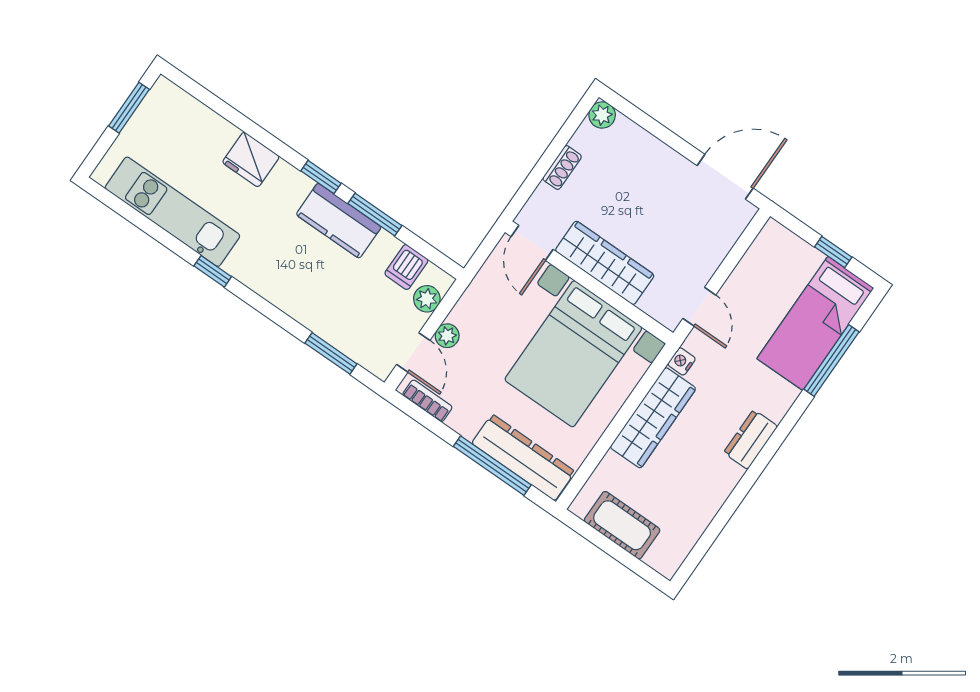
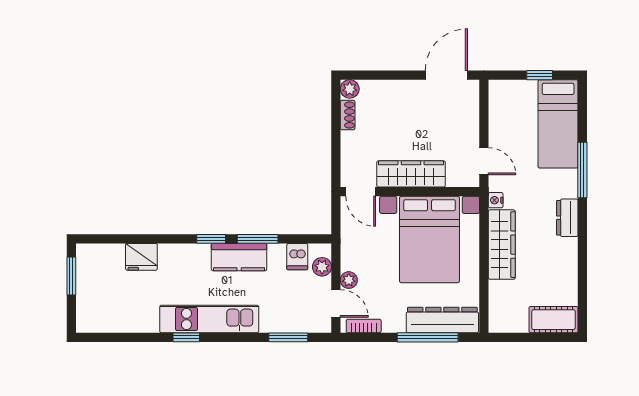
fridge: (251, 159) -> (141, 257), moved
shoe rack: (562, 168) -> (348, 115), moved
kitchen unit: (172, 212) -> (209, 319), moved
window: (831, 360) -> (582, 170), moved
cot: (622, 525) -> (554, 320), moved

